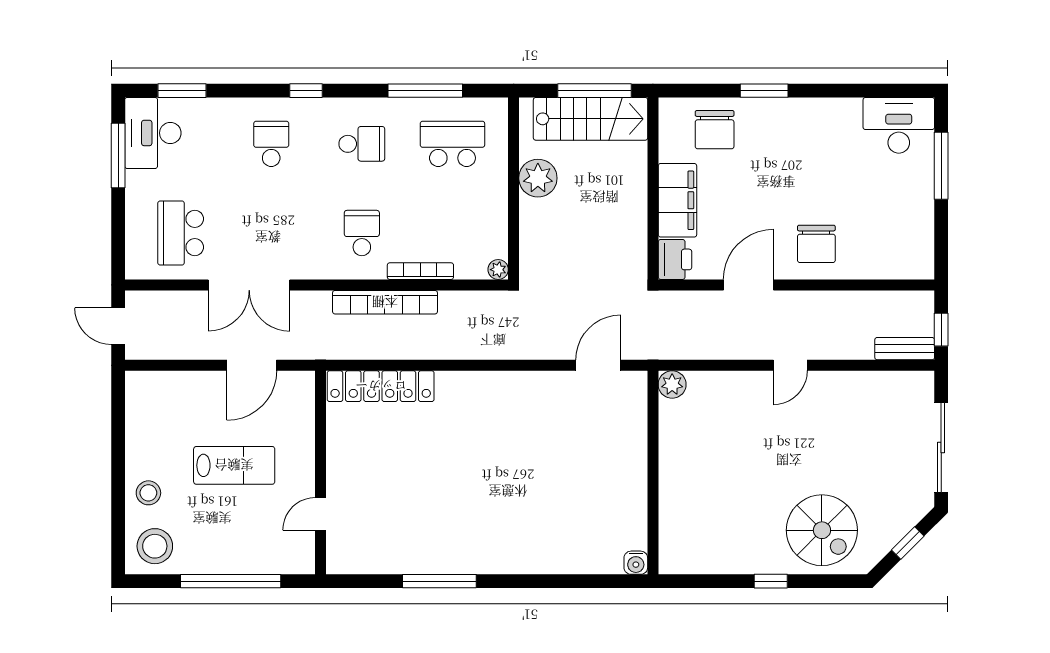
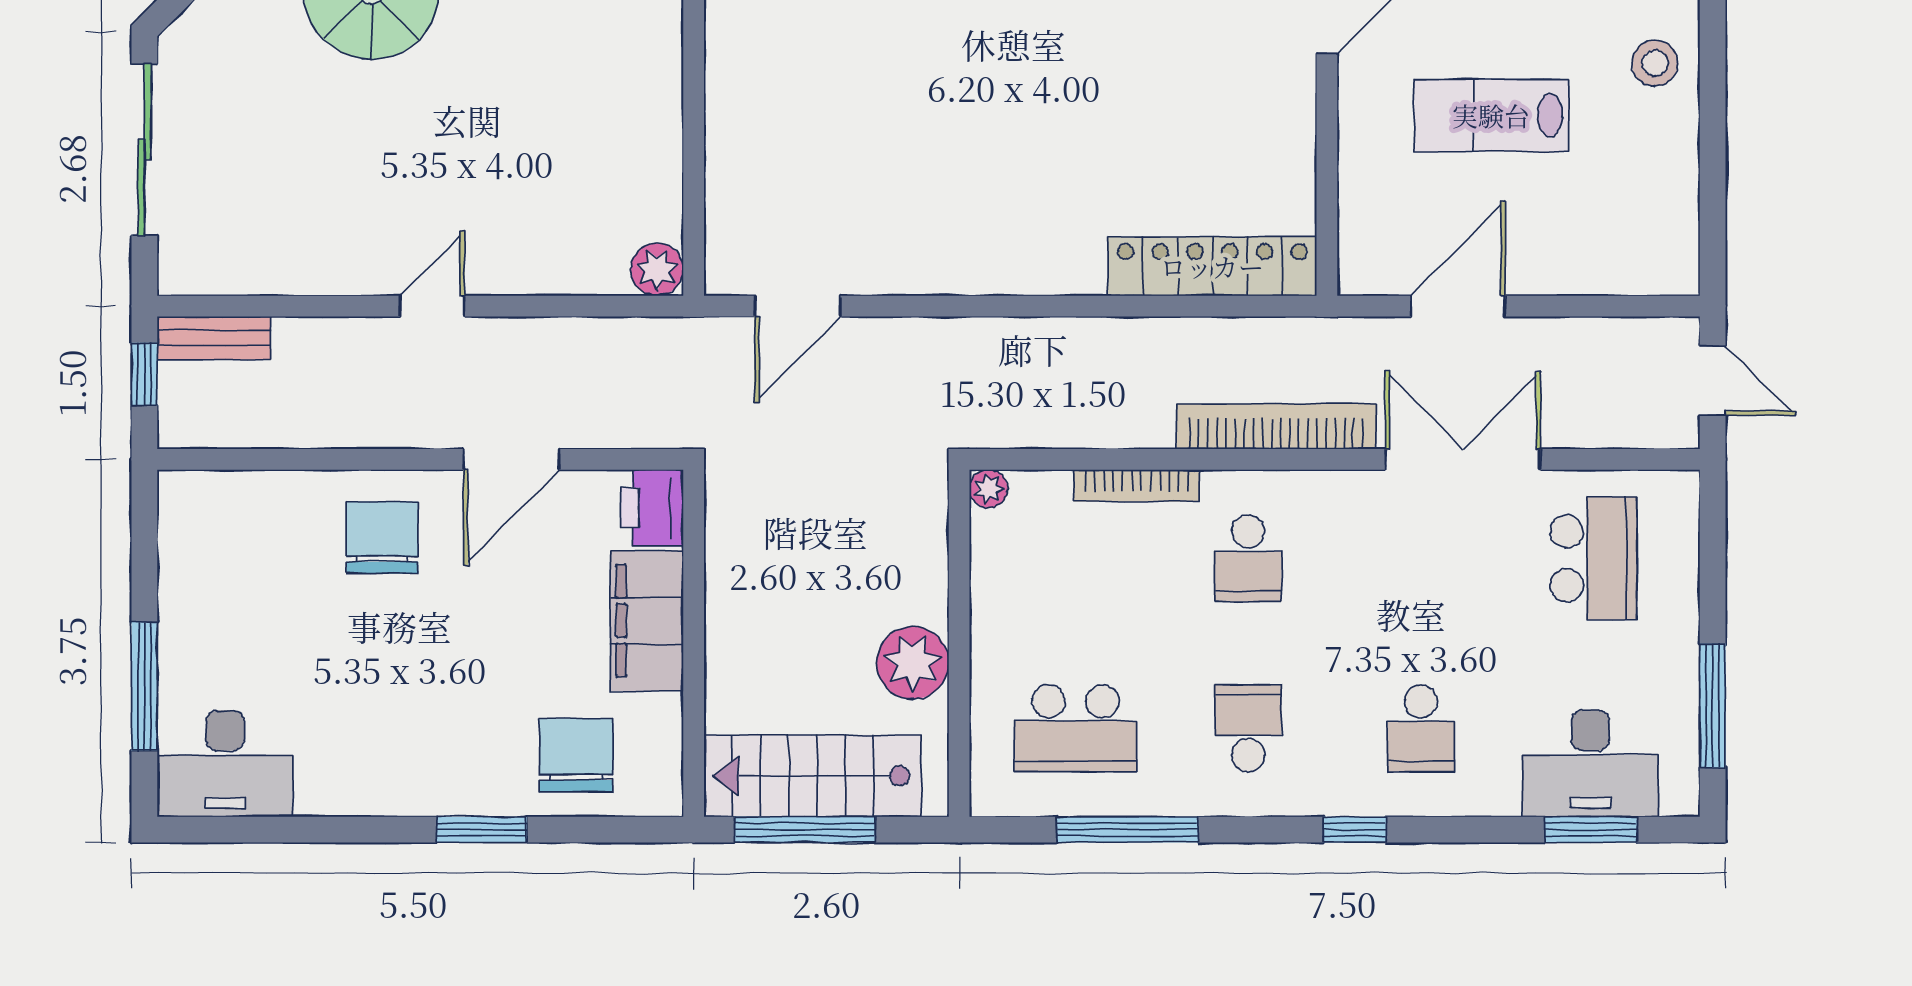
desk: (153, 133) -> (1591, 763), moved, turned 90
school desk: (362, 144) -> (1248, 728), turned 90
bookcase: (385, 302) -> (1276, 426), moved

